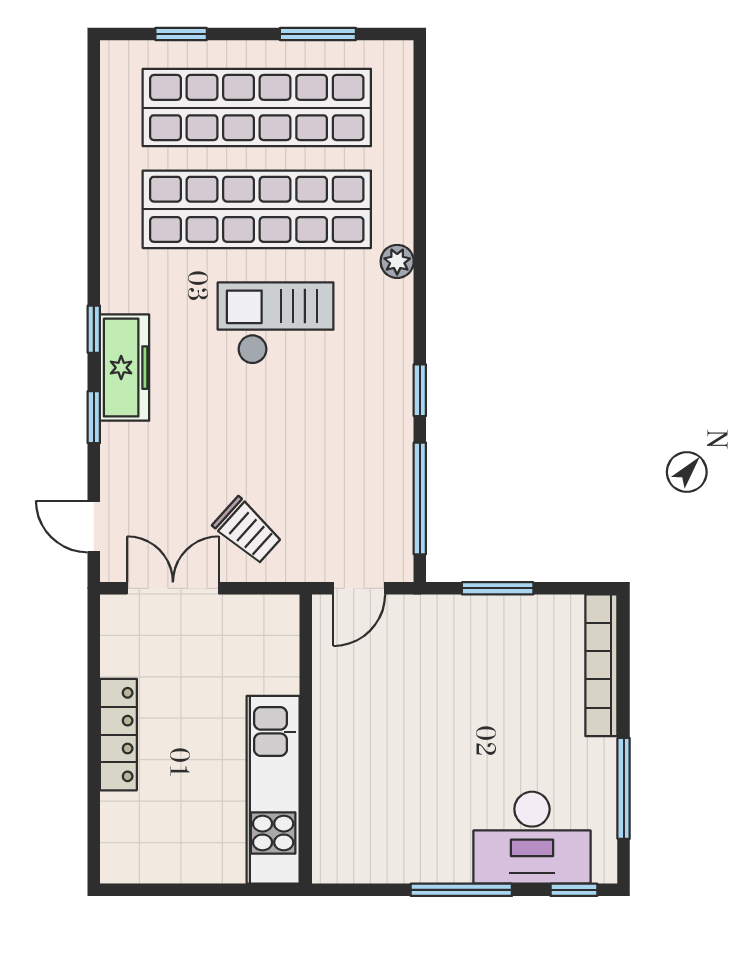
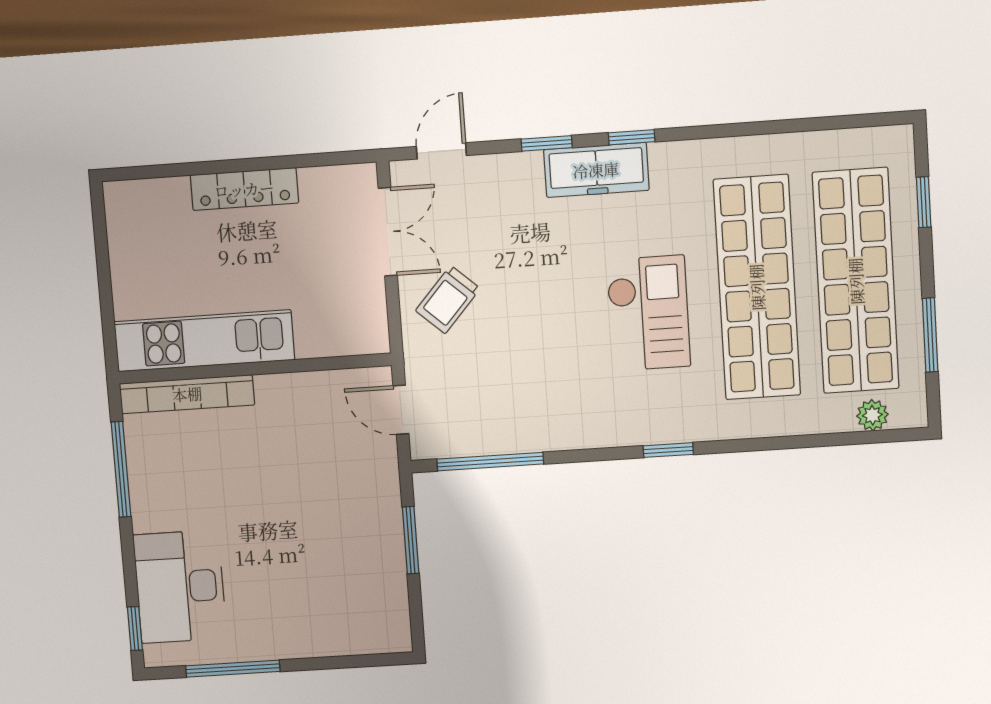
plant: (397, 261) -> (872, 415), moved
window: (420, 390) -> (668, 450), moved
bookcase: (601, 665) -> (187, 394), moved, turned 180
window: (461, 890) -> (121, 469), moved

